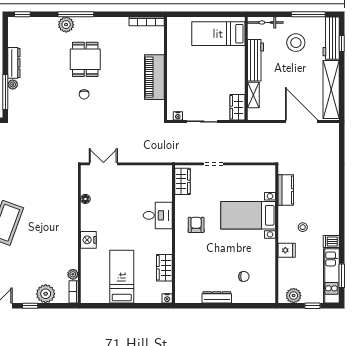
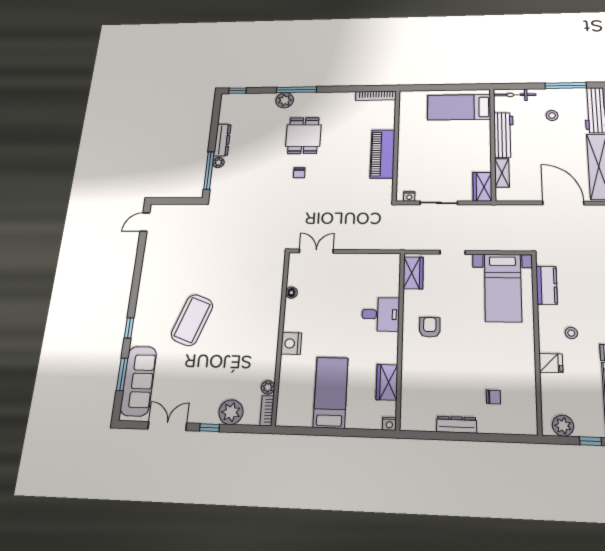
stool: (296, 43) -> (552, 116), width x0.53, depth x0.53
bed with nightstands: (248, 215) -> (503, 288), moved, turned -90

